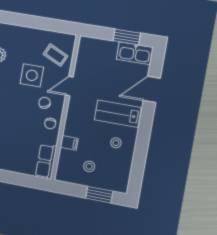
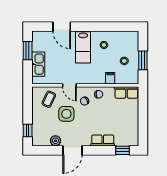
window: (19, 20) -> (28, 131), added
kitchen sink: (135, 53) -> (38, 64), moved
window: (99, 195) -> (143, 60), moved

